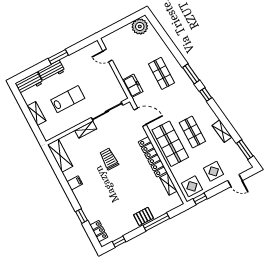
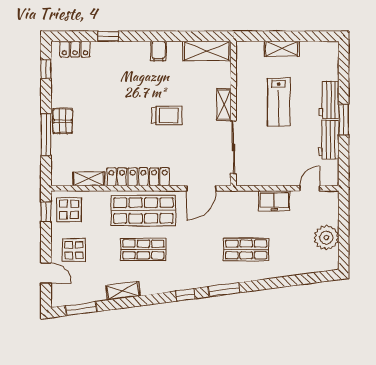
plant: (140, 26) -> (326, 238), moved
workbench: (29, 83) -> (329, 139), moved
freezer: (133, 86) -> (274, 201), moved
door: (235, 180) -> (46, 273), swing flipped

